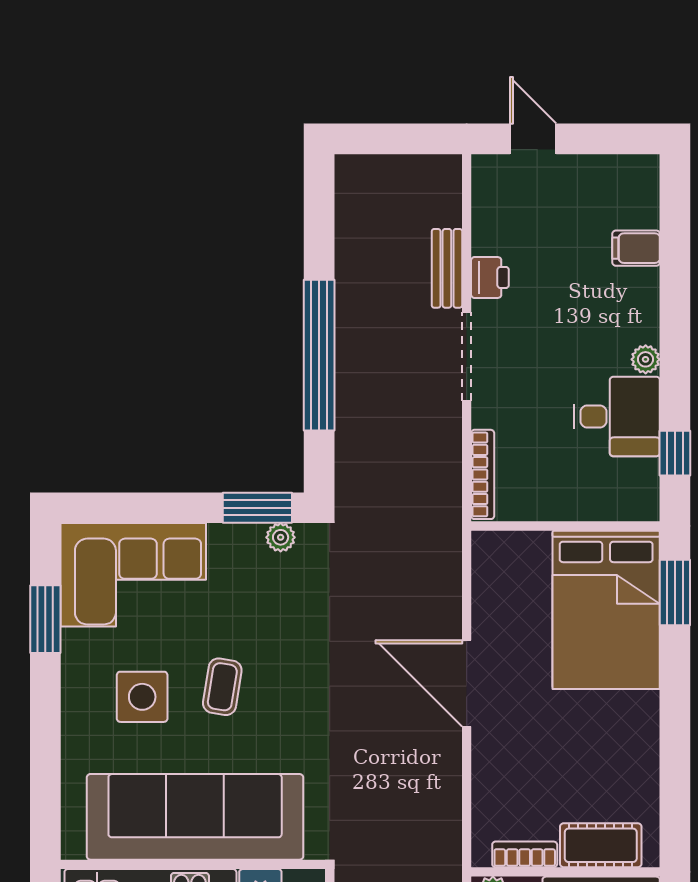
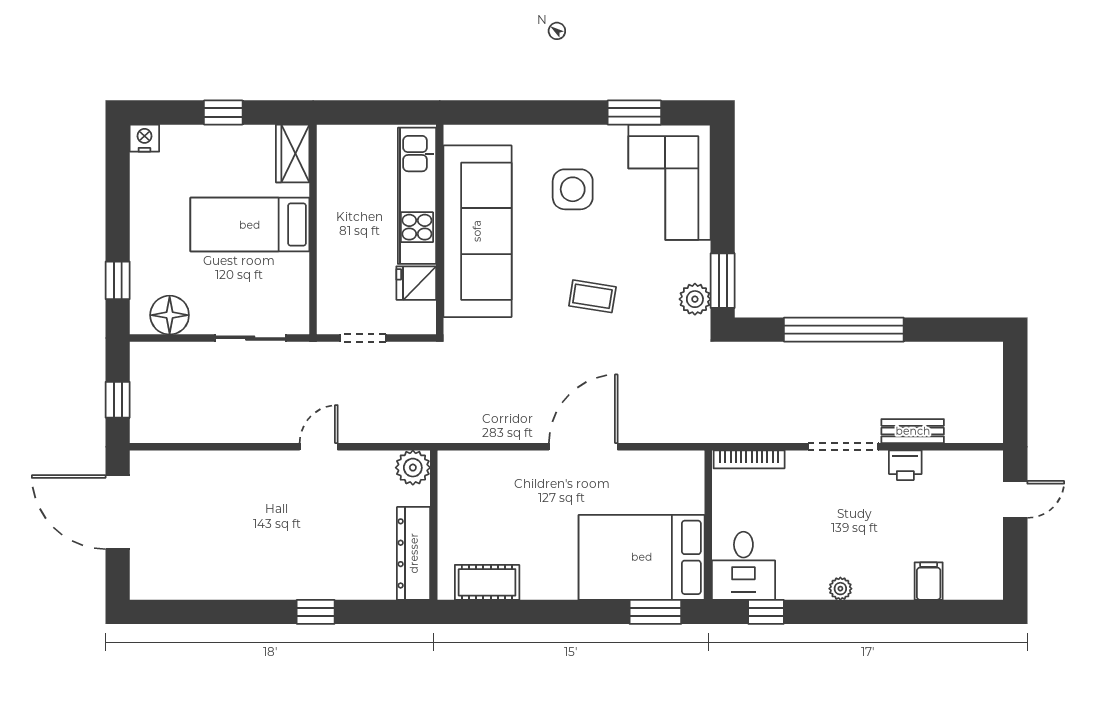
desk: (617, 416) -> (743, 566), moved
plant: (281, 537) -> (695, 299), width x1.38, depth x1.38
coffee table: (222, 687) -> (592, 296), moved
cot: (601, 845) -> (487, 582), moved, turned 90
bookcase: (525, 854) -> (448, 493), removed

